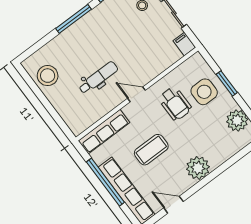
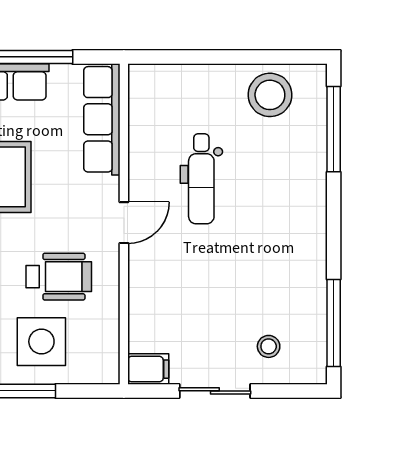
window: (74, 19) -> (334, 129), moved
wheelchair: (175, 104) -> (59, 277), turned 180

